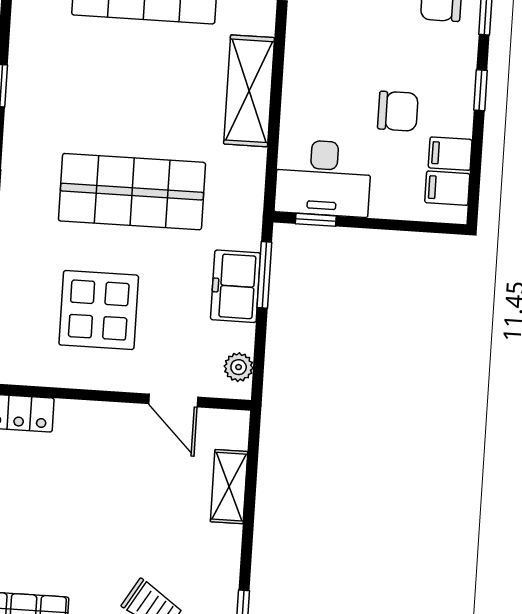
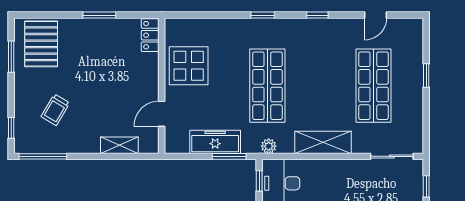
freezer: (236, 286) -> (215, 142), width x1.40
display table: (99, 310) -> (189, 66), moved
plant: (239, 367) -> (269, 146), moved

